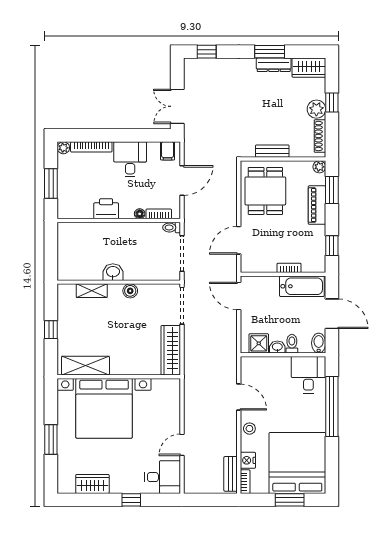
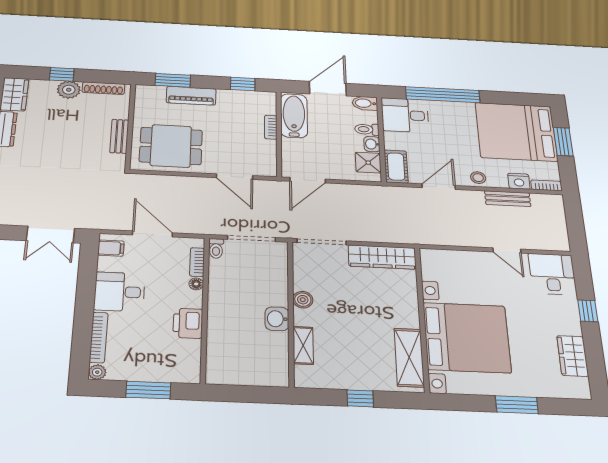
plant: (319, 167) -> (143, 91), removed
cot: (256, 365) -> (396, 167), added
bench: (231, 474) -> (508, 199), moved

